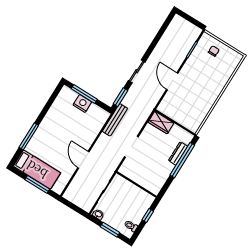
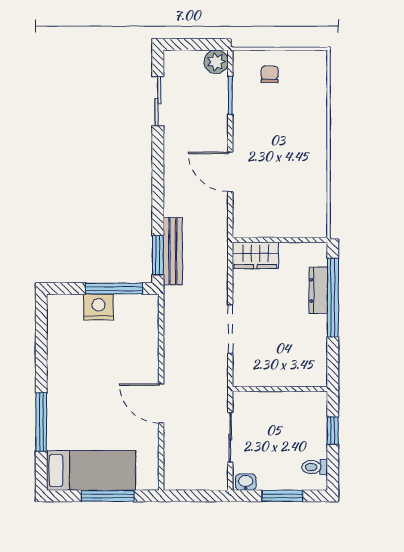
plant: (195, 32) -> (216, 62), added
sliding door: (137, 71) -> (158, 101), moved
window: (84, 94) -> (114, 288), moved
bench: (115, 120) -> (173, 251), moved

